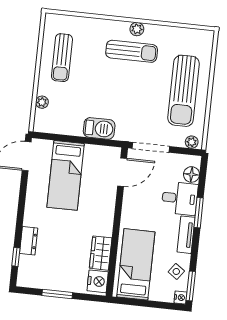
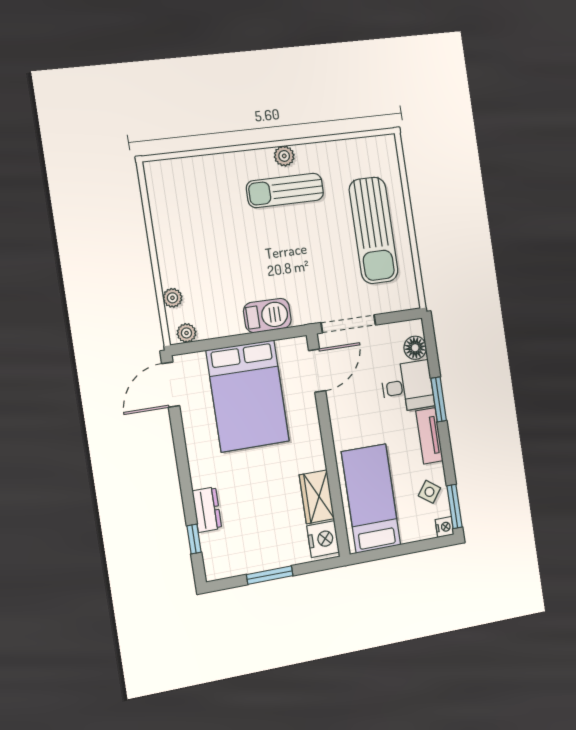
sun lounger: (132, 51) -> (285, 190), turned 180
sun lounger: (62, 58) -> (185, 224), removed
plant: (192, 142) -> (186, 333), moved
bed: (66, 175) -> (248, 396), width x1.50

